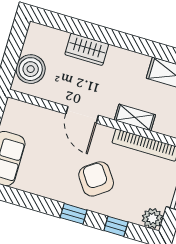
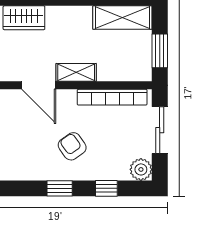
shelving: (135, 117) -> (76, 72), moved
armchair: (96, 179) -> (72, 146), width x0.72, depth x0.72

